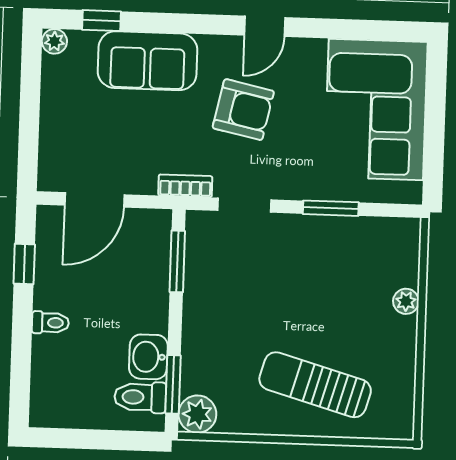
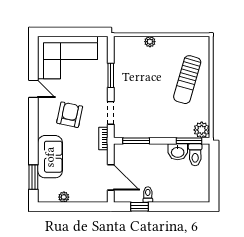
window: (102, 21) -> (33, 177), width x1.50
door: (265, 26) -> (33, 89), moved
plant: (54, 41) -> (64, 197), moved
toilet: (50, 323) -> (148, 195), moved

